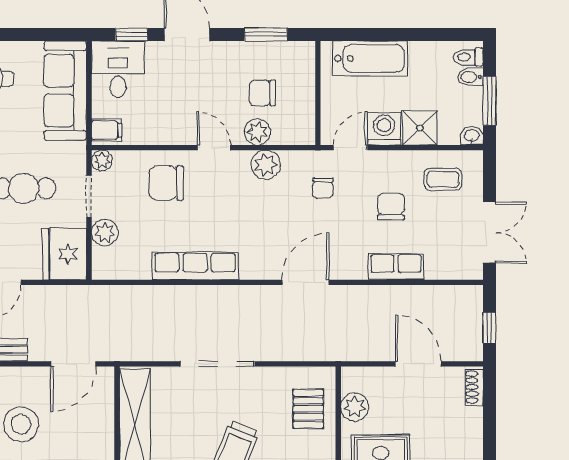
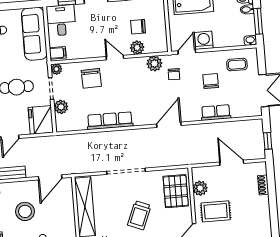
shower: (420, 128) -> (223, 38), removed
plant: (266, 165) -> (154, 64), moved
chair: (166, 183) -> (91, 78), turned -92
shoe rack: (474, 387) -> (263, 185), moved
pallet: (308, 409) -> (176, 191), width x1.50, depth x1.42

